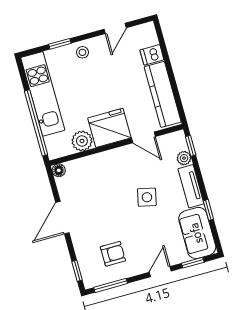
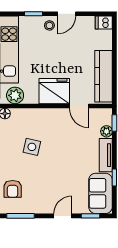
door: (115, 28) -> (67, 14), moved
dishwasher: (152, 55) -> (104, 23), moved
plant: (82, 141) -> (15, 95), moved
side table: (147, 197) -> (32, 147), moved
armchair: (113, 254) -> (13, 189), moved, turned 90

